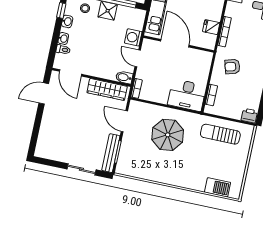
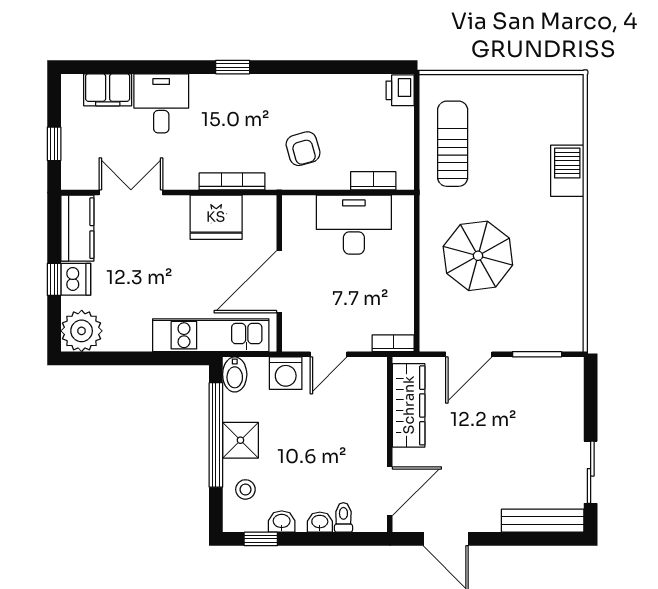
fridge: (211, 27) -> (216, 217), width x1.88, depth x1.34
bidet: (124, 77) -> (235, 374), moved
desk: (187, 95) -> (354, 225), moved, turned -90
sun lounger: (220, 134) -> (453, 144), turned 180
bench: (111, 153) -> (543, 521), moved
sliding door: (81, 169) -> (591, 472), moved
barbecue: (218, 187) -> (567, 171), moved

